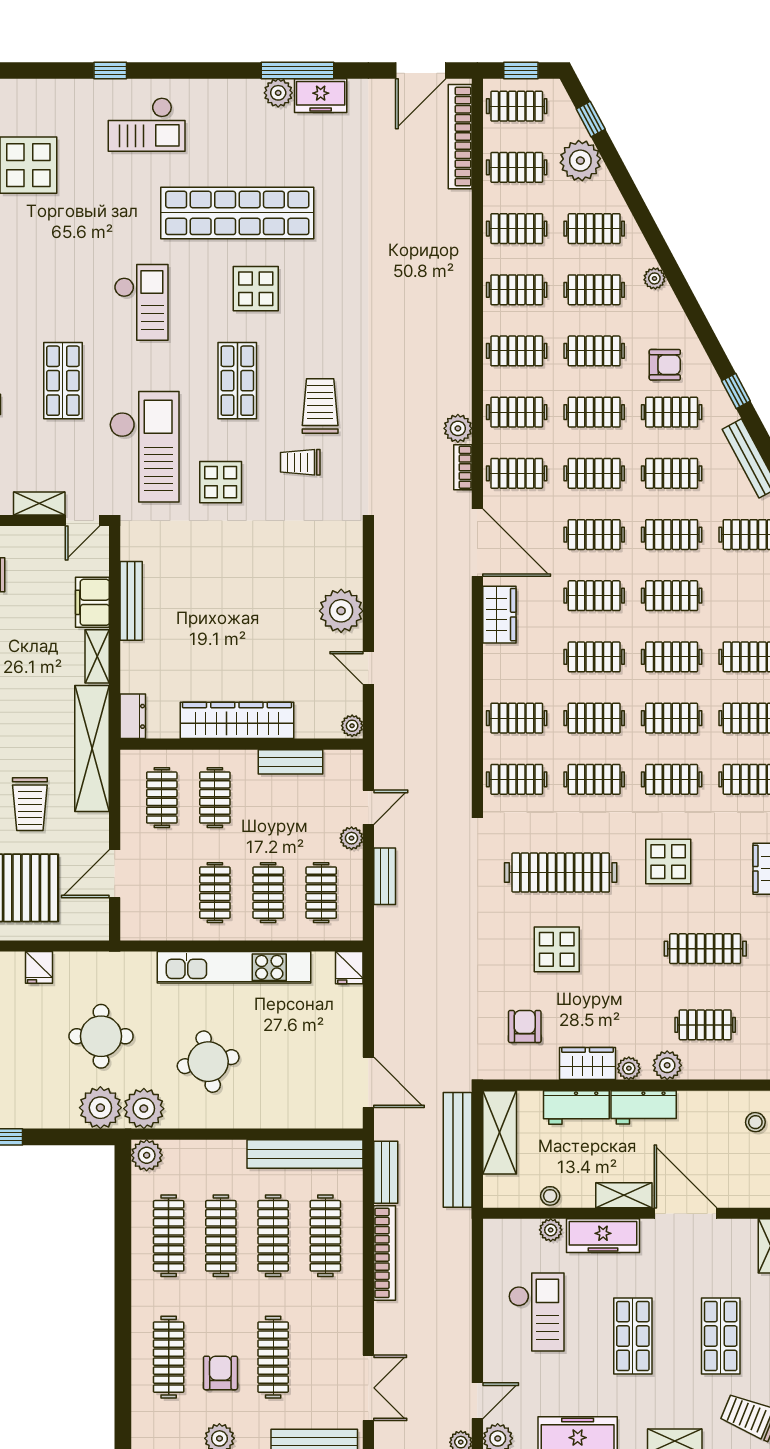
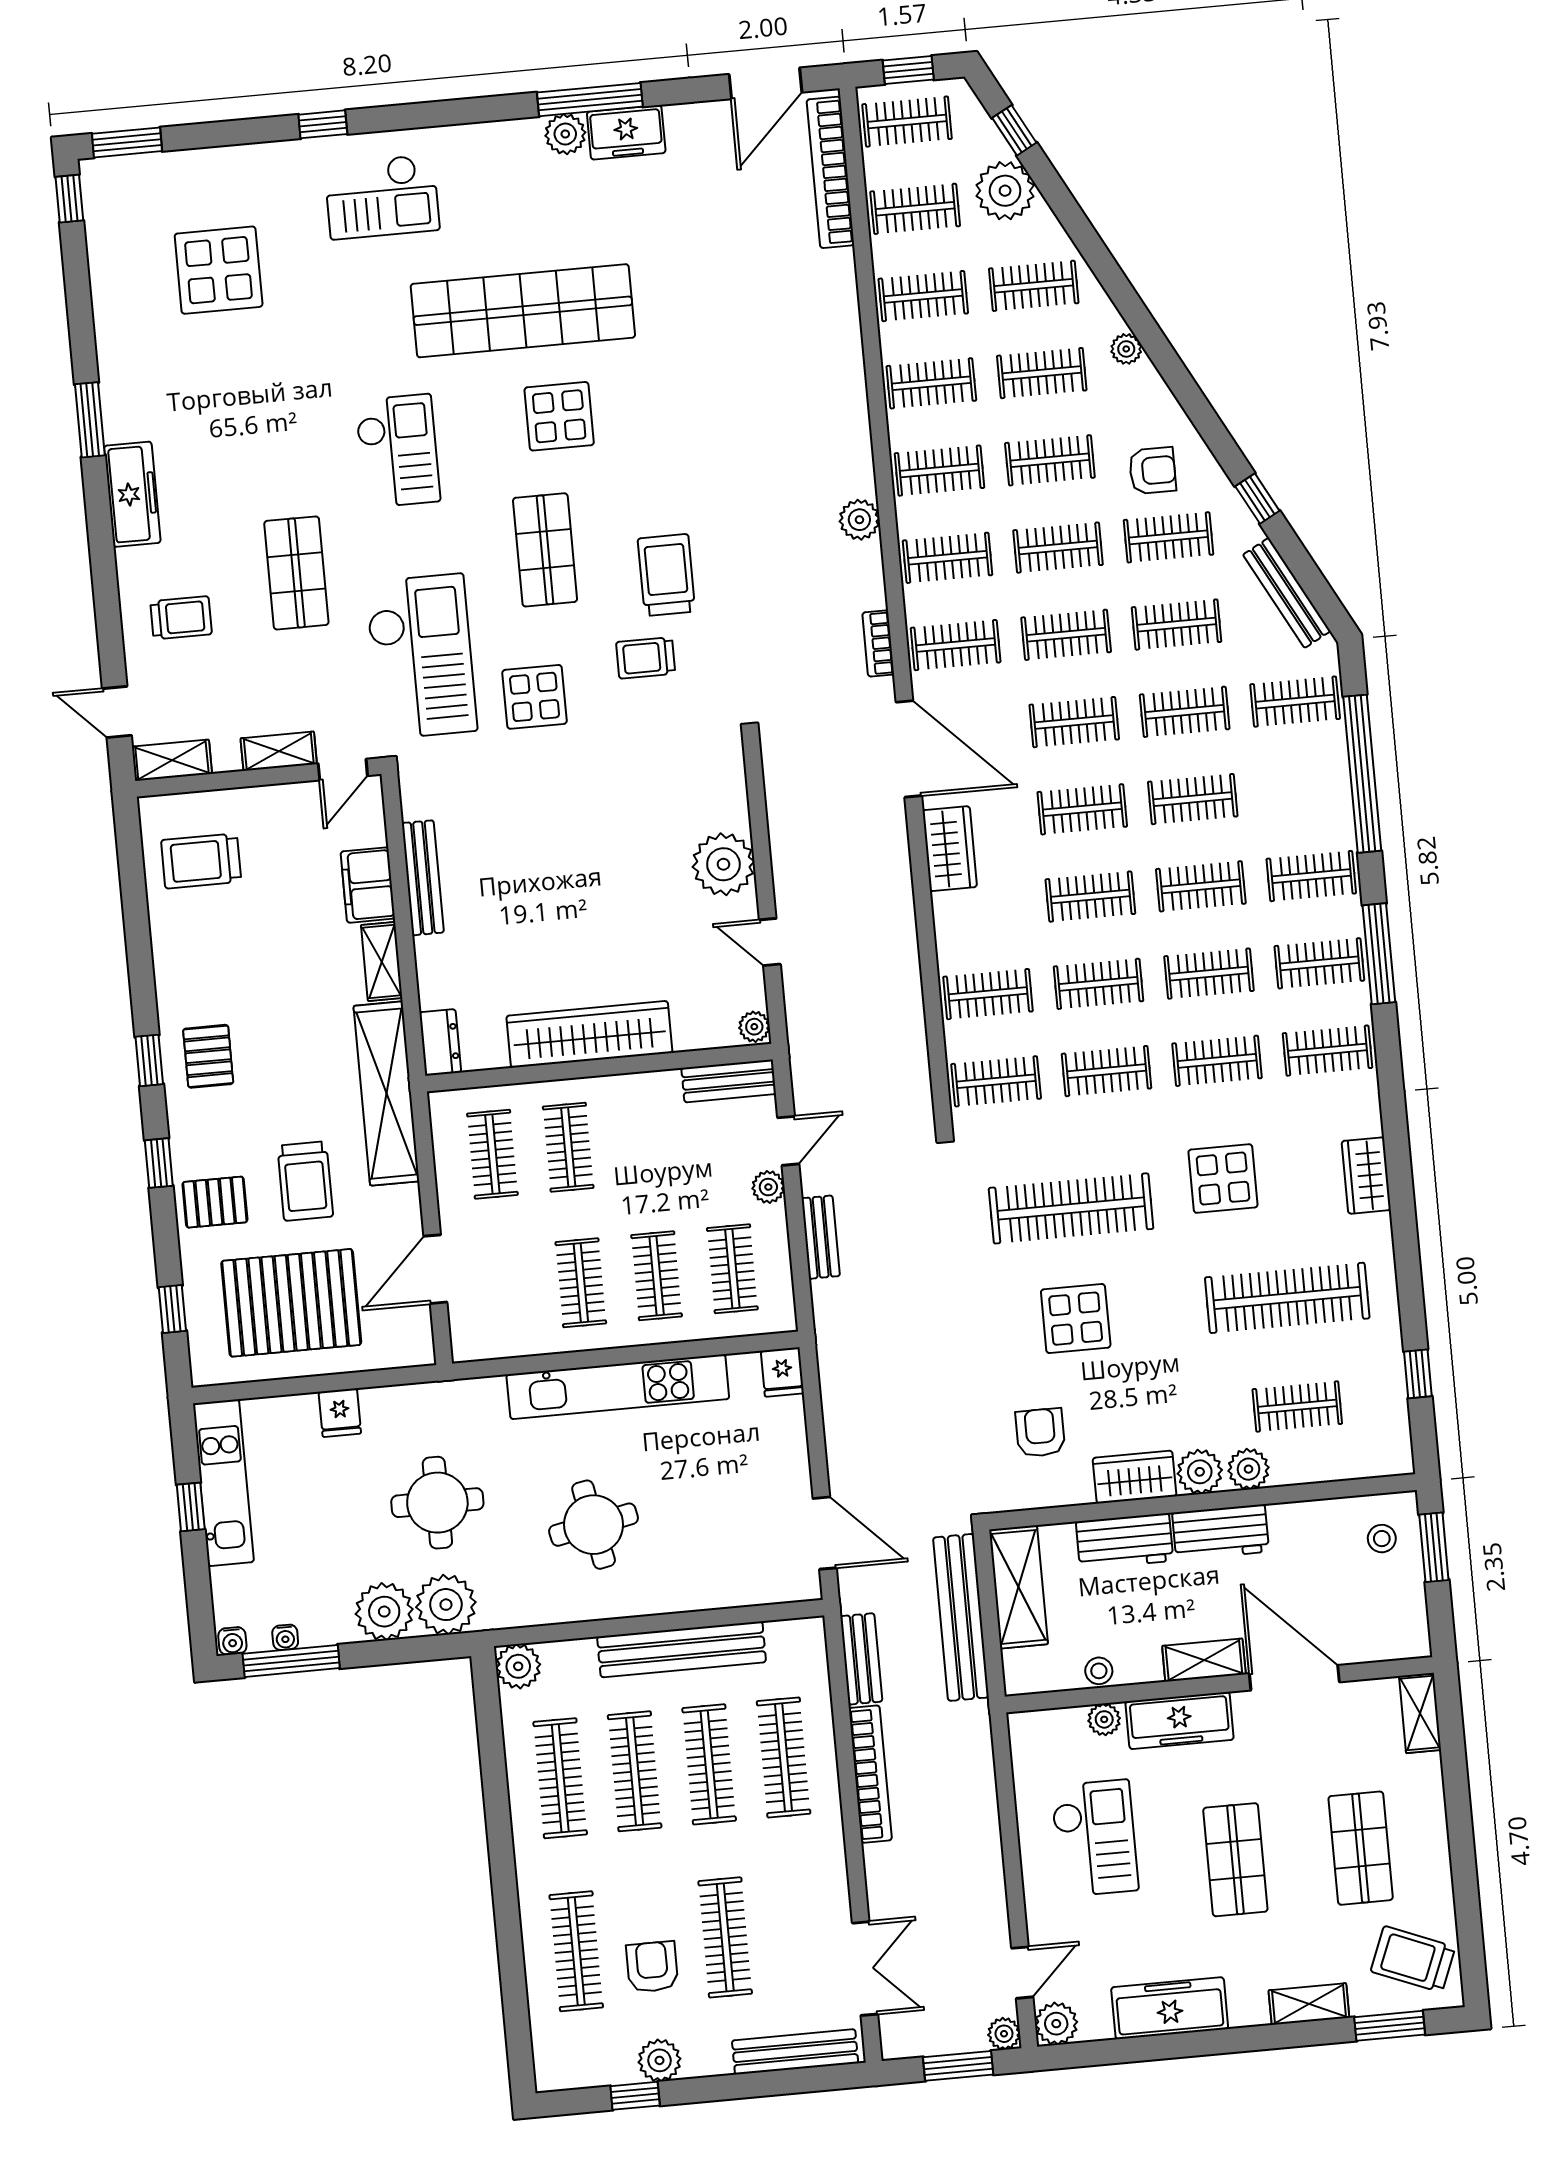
plant: (458, 428) -> (859, 520), moved
bench: (291, 762) -> (729, 1081), moved
clothes rail: (705, 949) -> (1287, 1298), width x1.37, depth x1.31
plant: (629, 1068) -> (1200, 1472), width x1.38, depth x1.38
plant: (144, 1109) -> (384, 1612), moved
bench: (305, 1154) -> (682, 1649), moved

